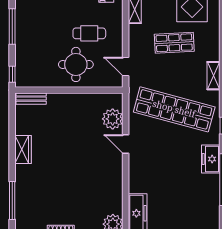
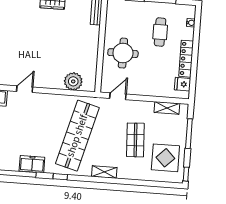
cafe table: (89, 33) -> (160, 32), moved
door: (126, 144) -> (25, 89), moved

